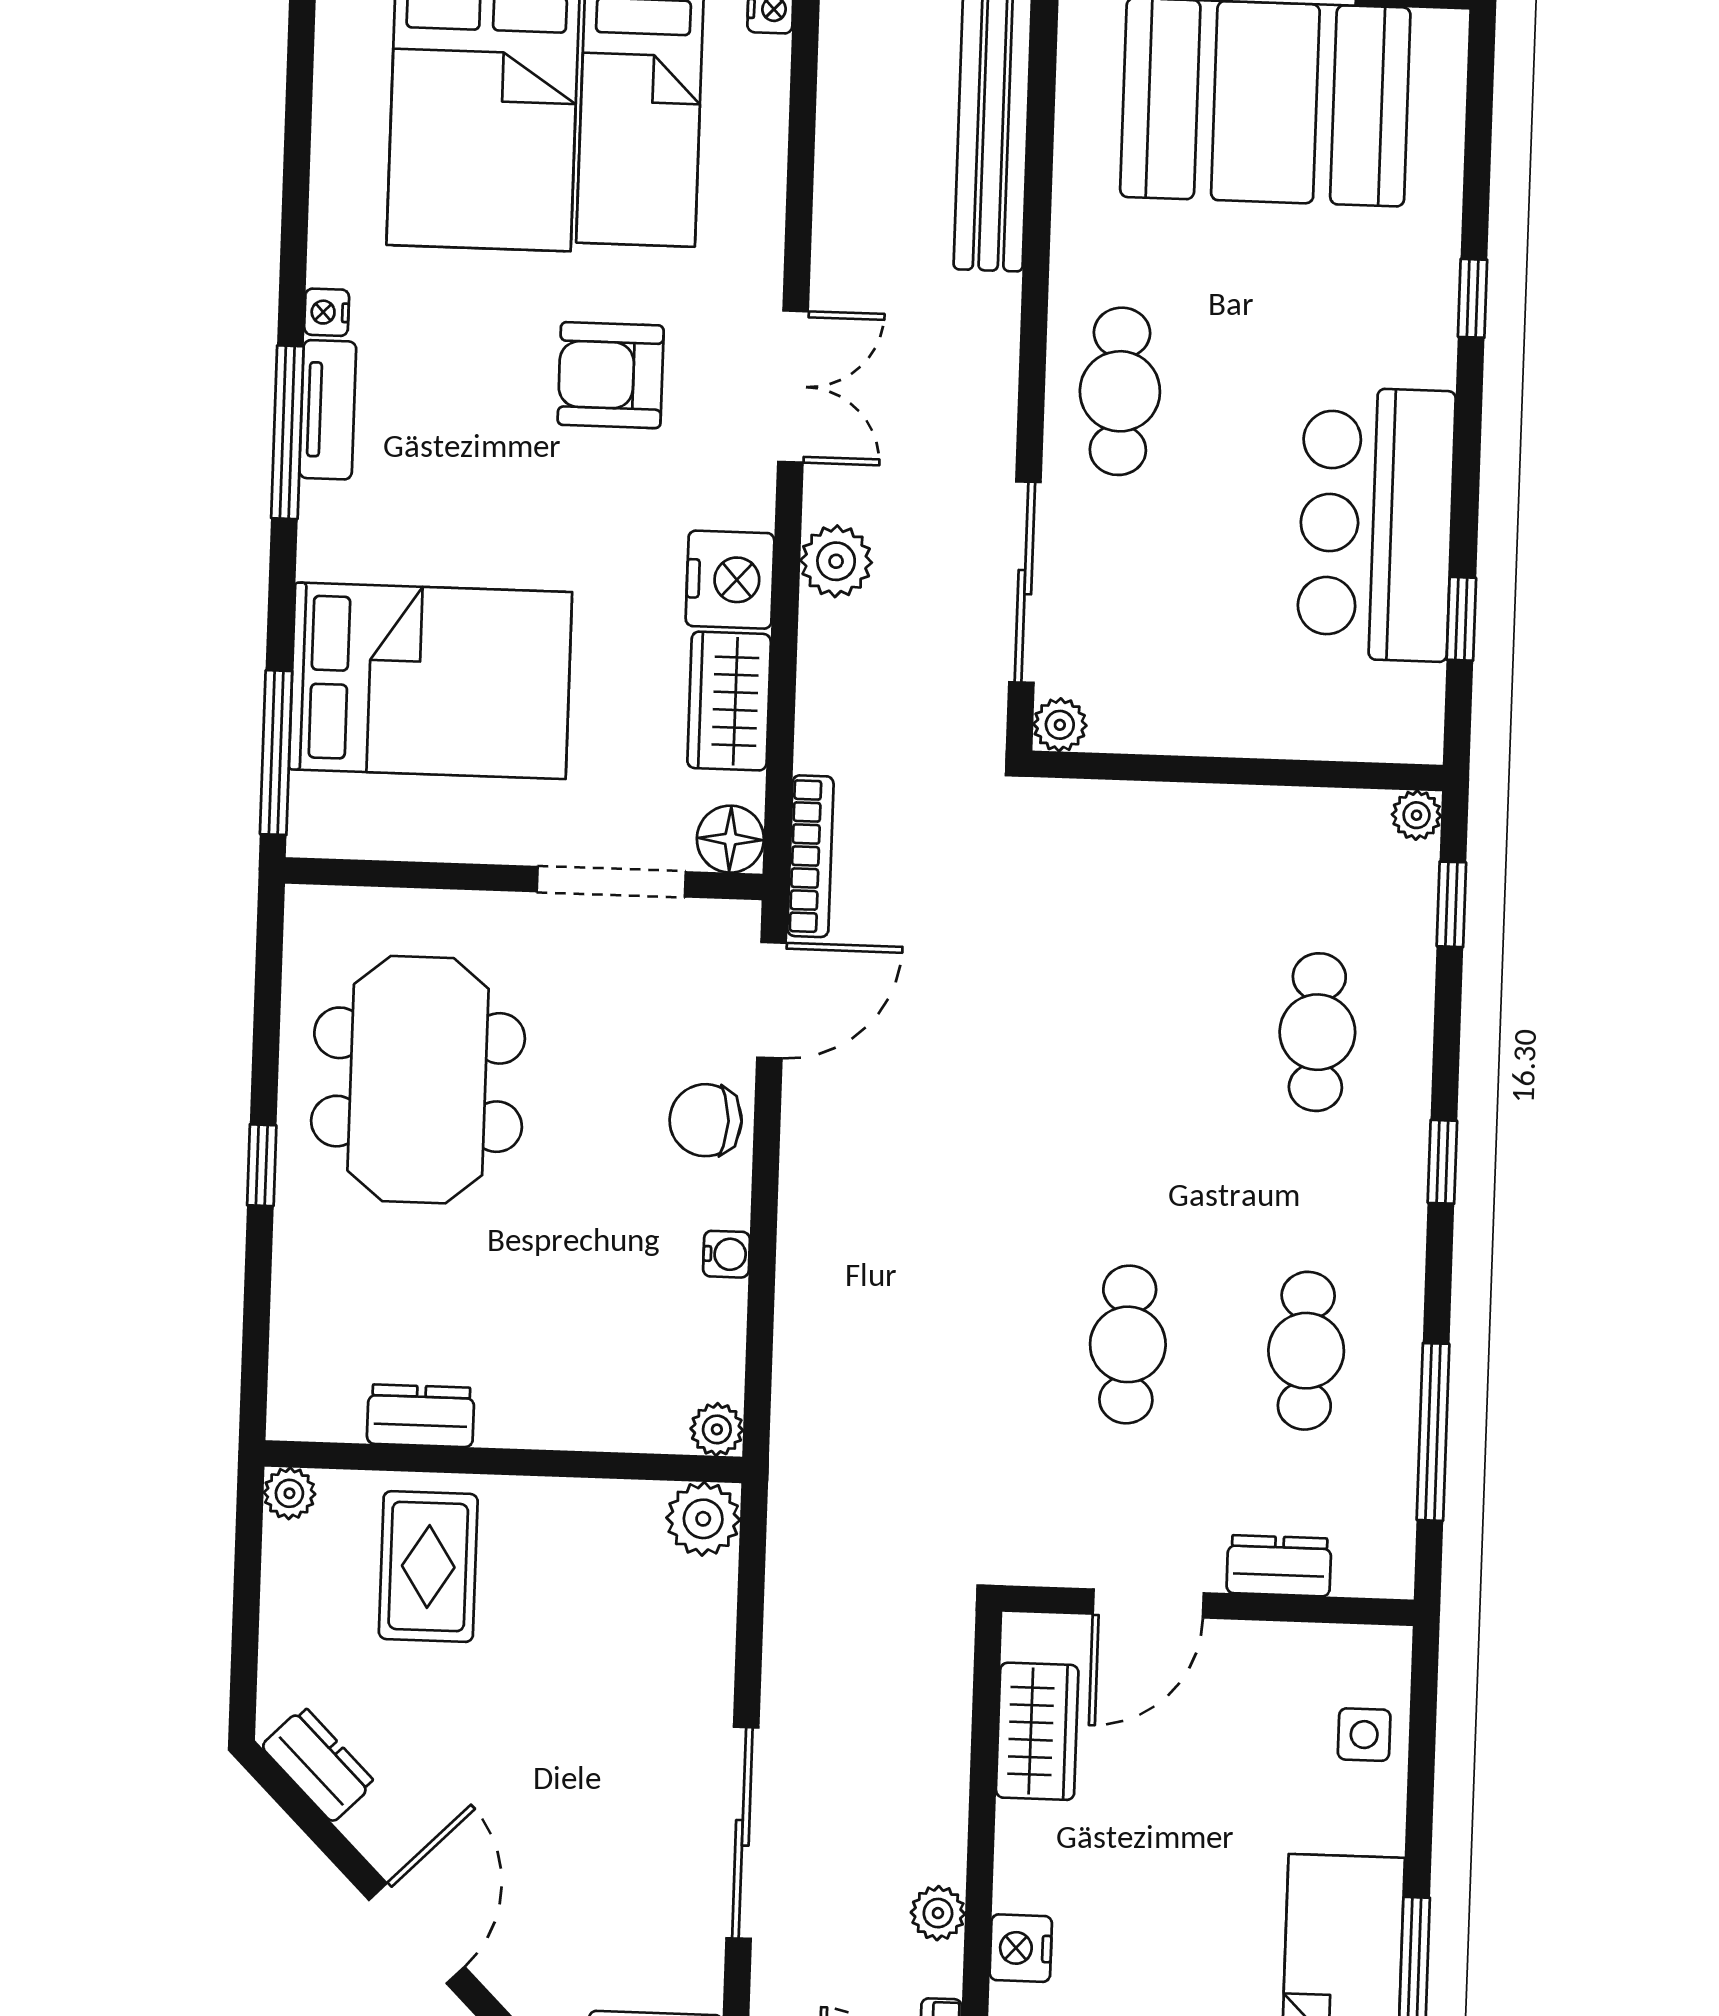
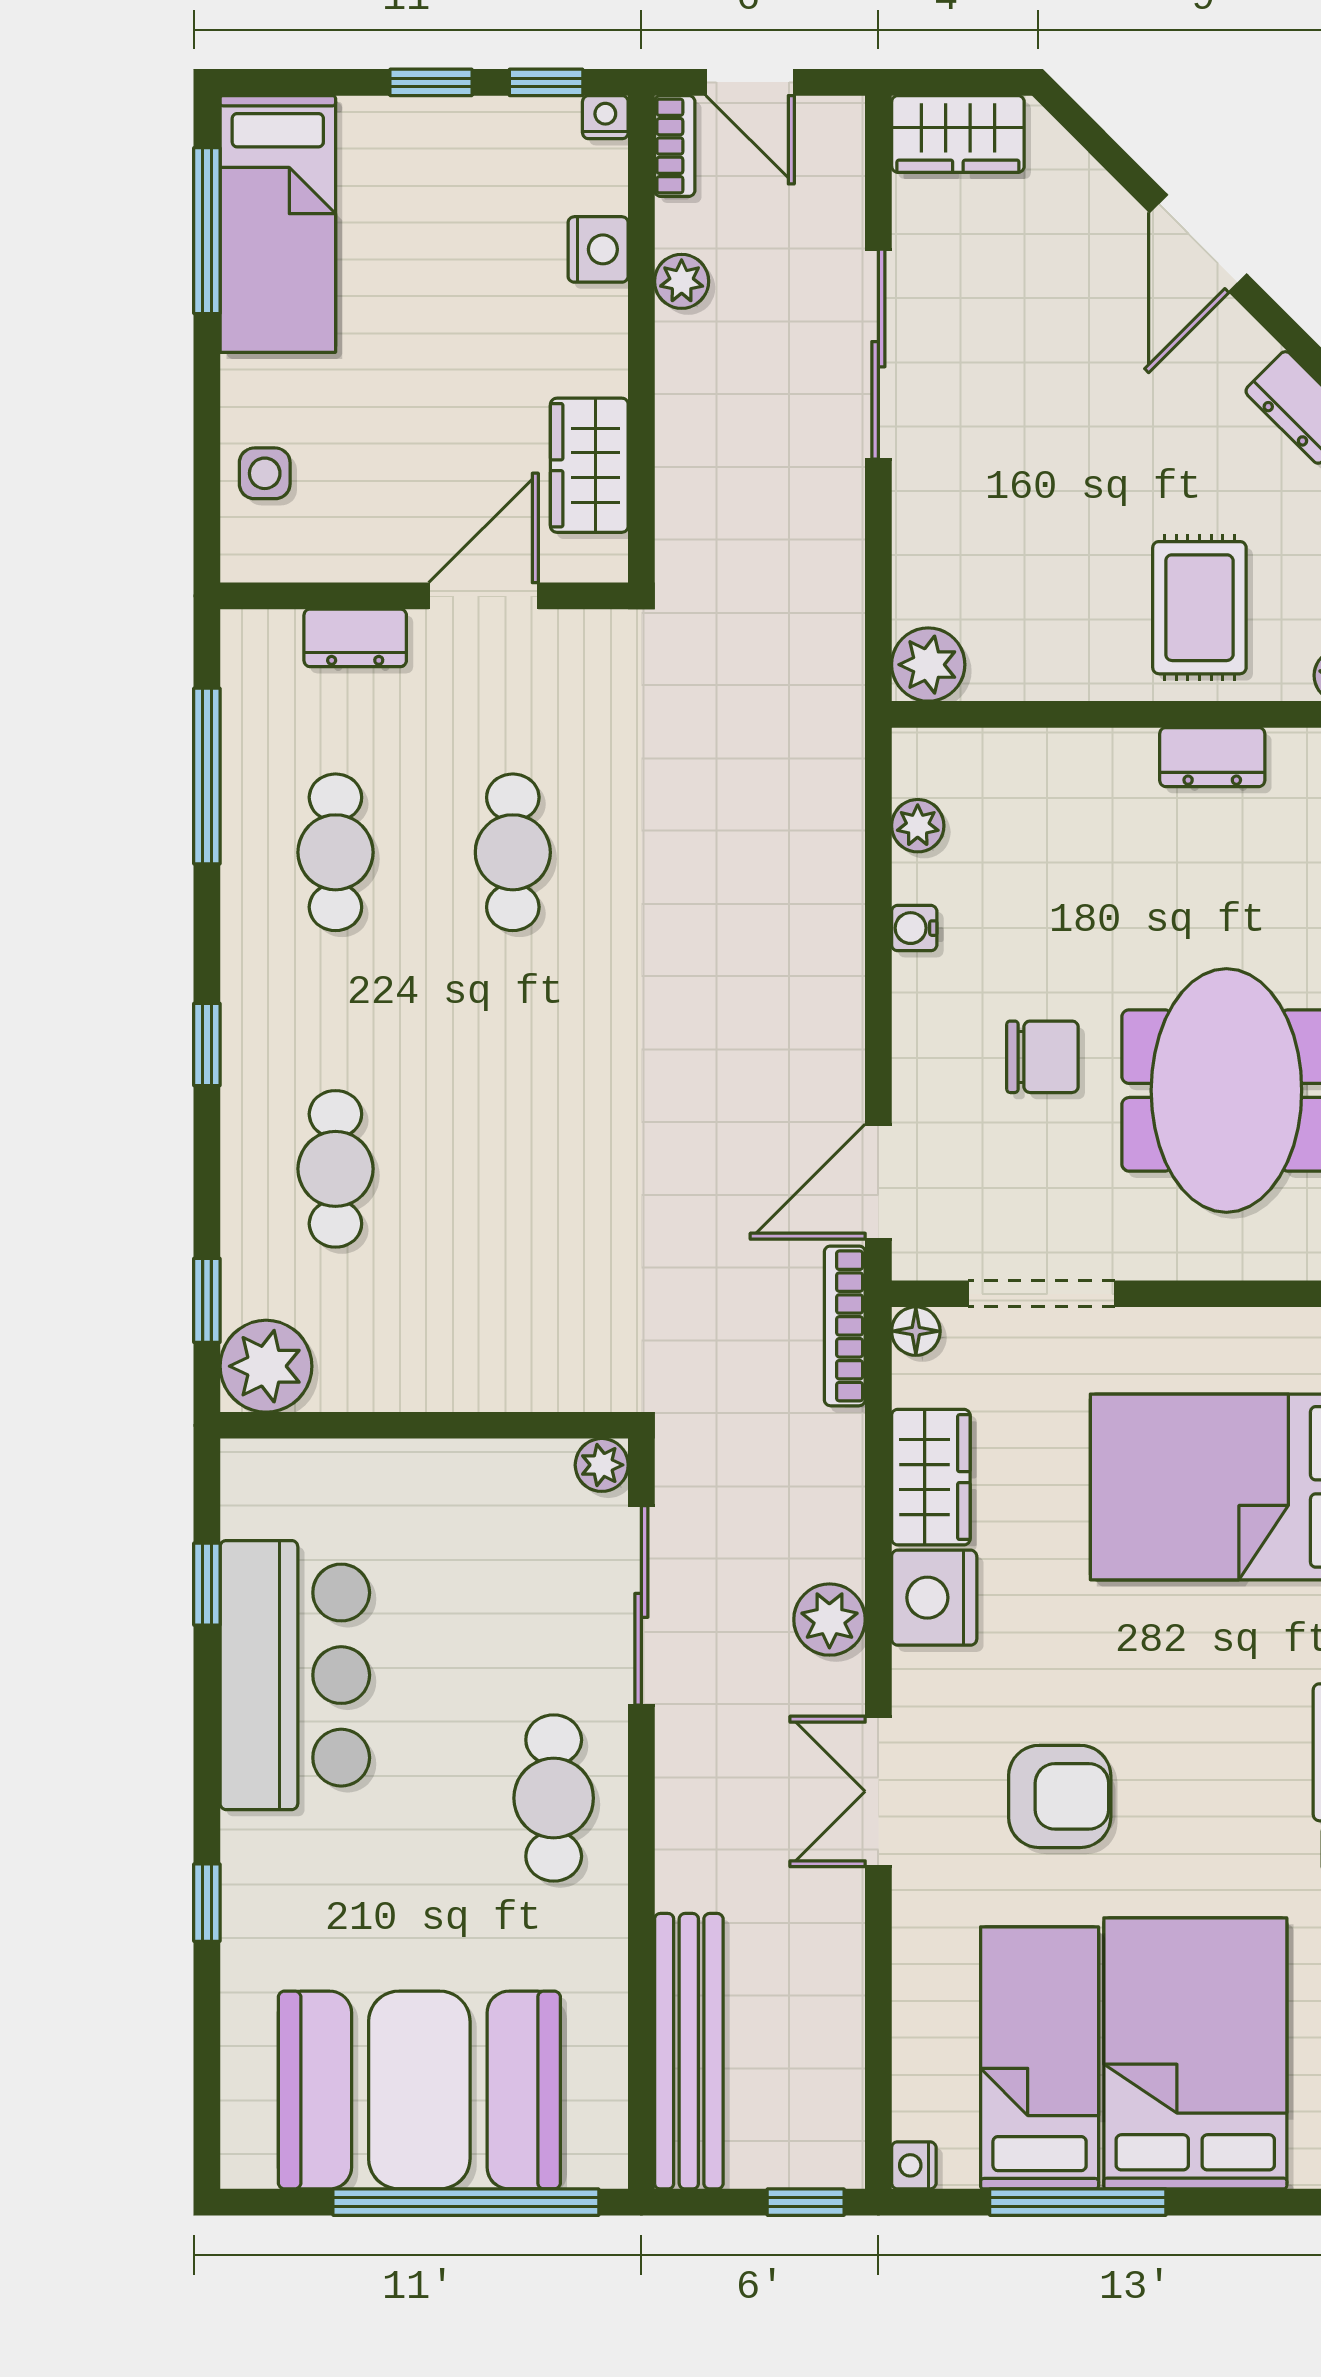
plant: (1417, 815) -> (266, 1366), width x1.88, depth x1.88
floor lamp: (730, 839) -> (916, 1331), width x0.73, depth x0.73
chair: (706, 1120) -> (1042, 1057), moved
plant: (717, 1429) -> (918, 826), moved

